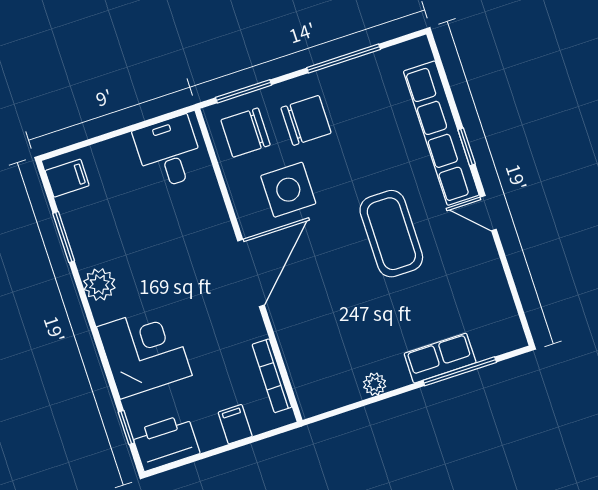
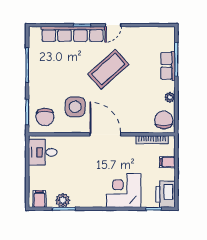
chair: (306, 120) -> (164, 120), moved
coffee table: (391, 234) -> (108, 69), turned -42
plant: (99, 284) -> (63, 200), moved

